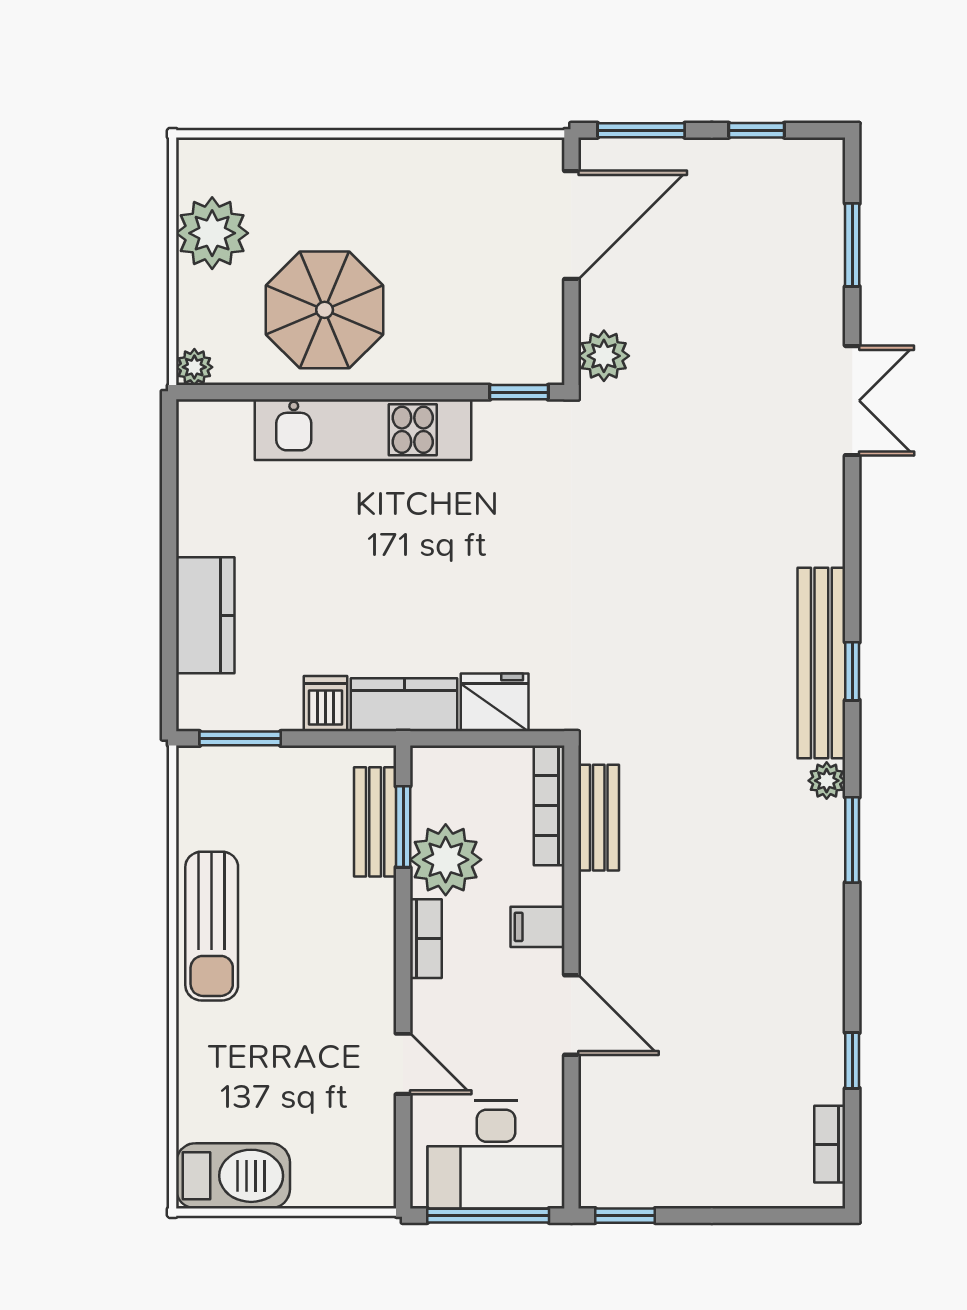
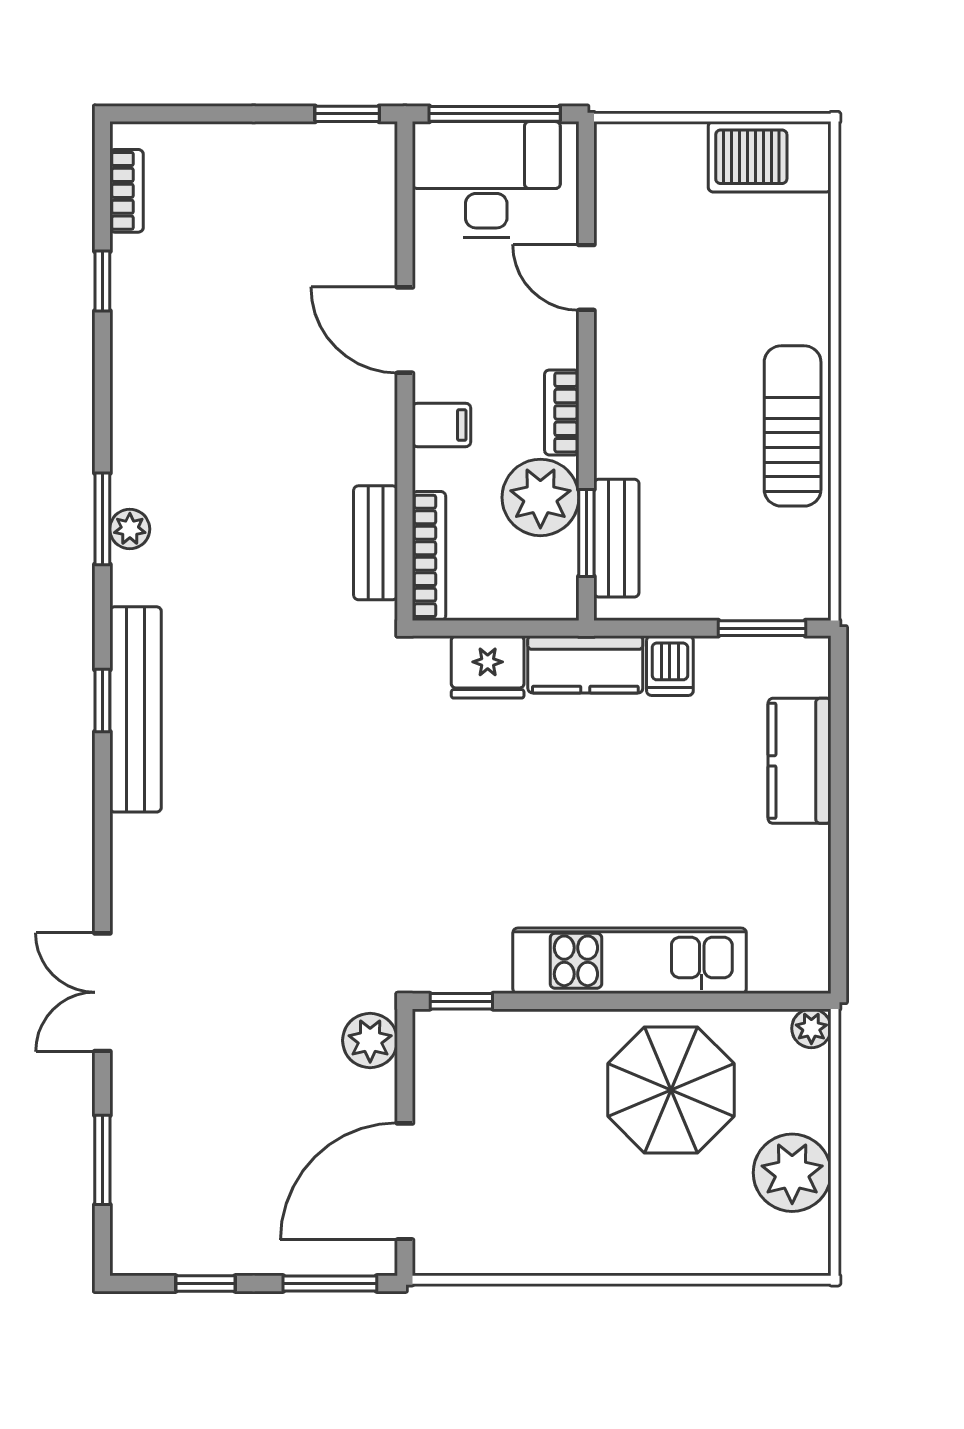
plant: (827, 781) -> (130, 529), moved

